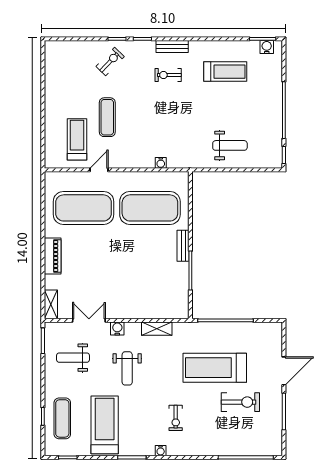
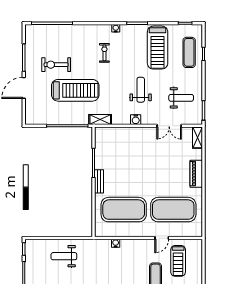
water cooler: (117, 329) -> (136, 120), moved
shelving: (157, 329) -> (100, 119), moved

